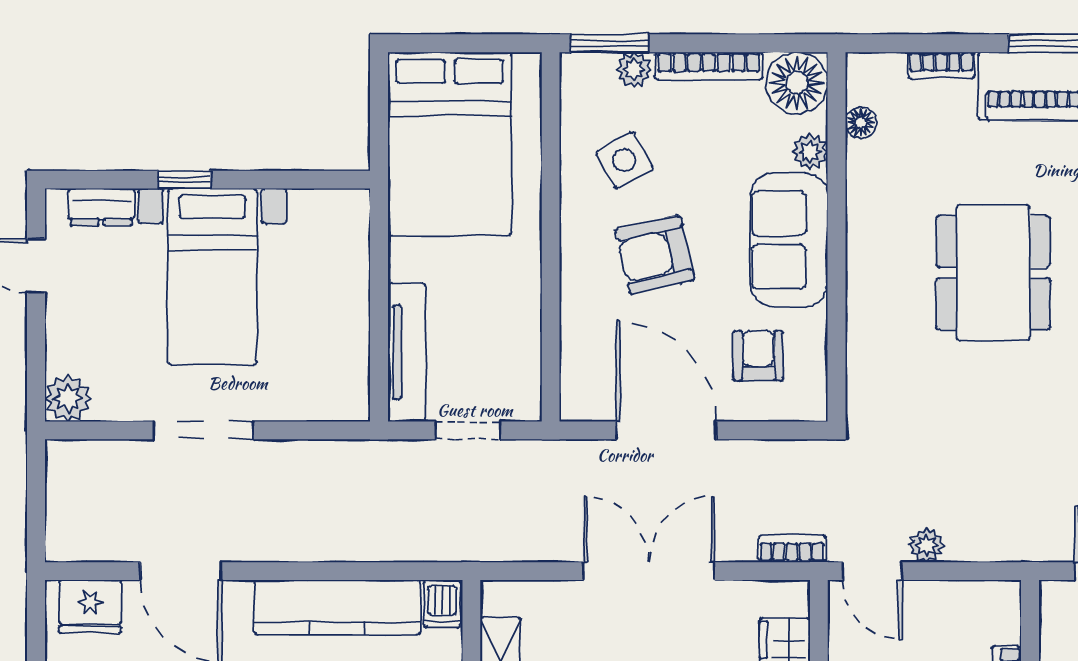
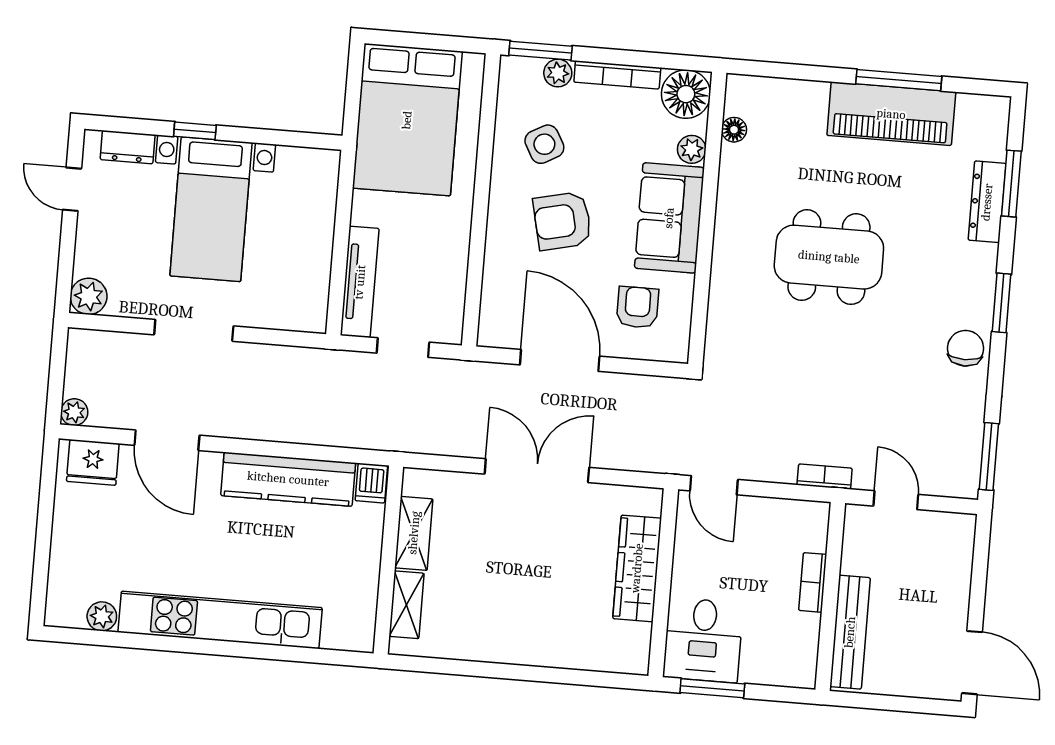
bookcase: (941, 65) -> (801, 90), removed
dining table: (993, 273) -> (829, 257), turned 90
plant: (927, 545) -> (74, 412), moved
bookcase: (792, 549) -> (825, 477), moved

